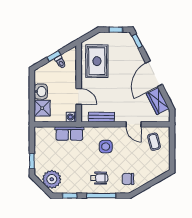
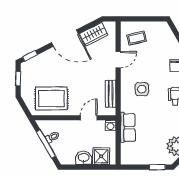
window: (54, 56) -> (46, 144), width x2.17

